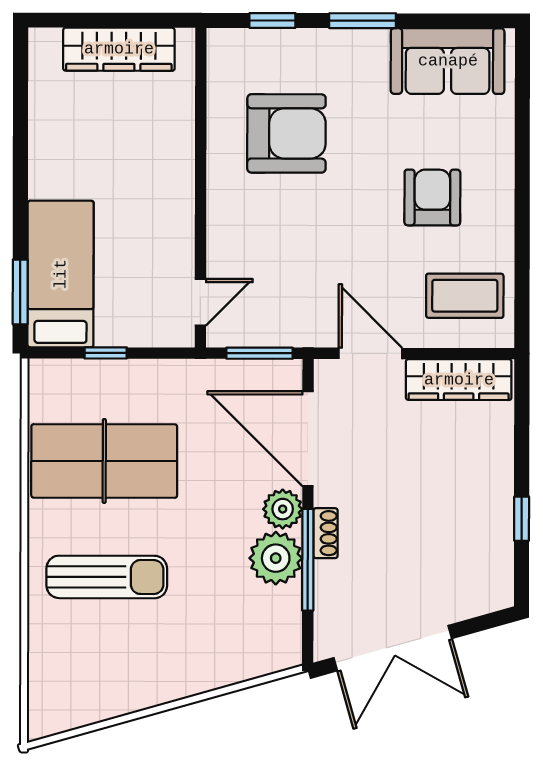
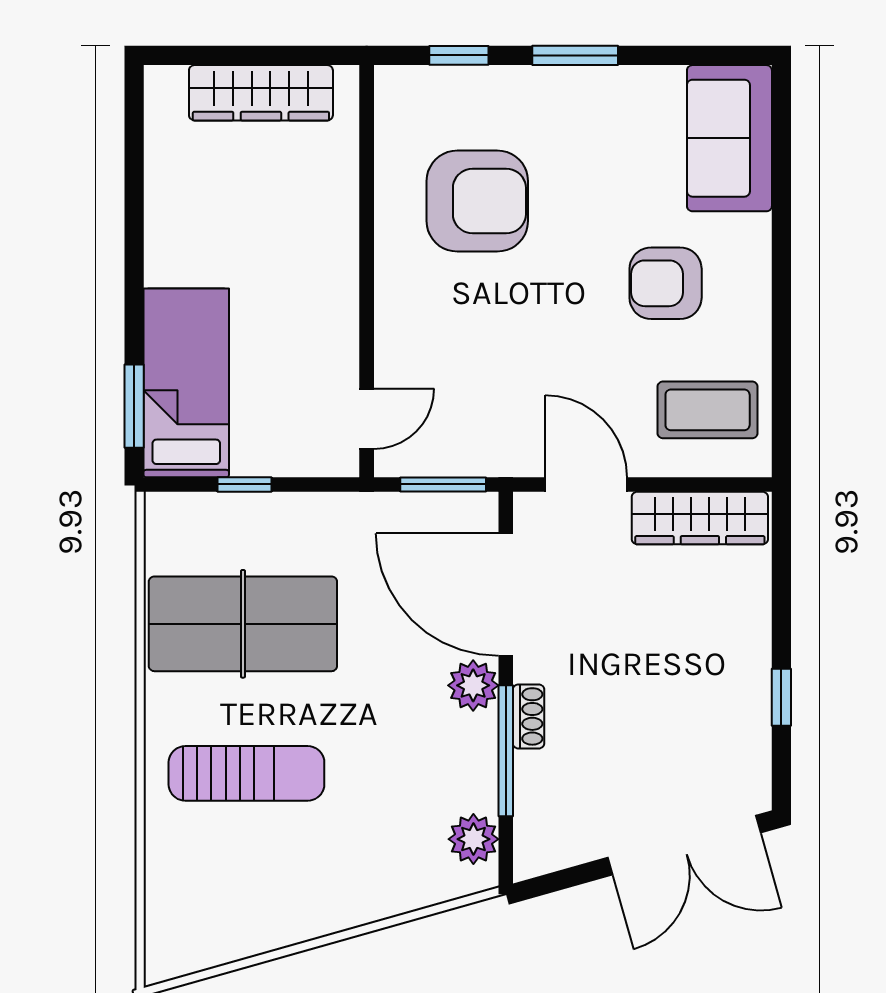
sofa: (448, 61) -> (729, 138), moved, turned 90
armchair: (432, 197) -> (666, 283), turned -90
plant: (276, 558) -> (473, 839), moved, width x0.73, depth x0.73
double door: (393, 648) -> (684, 845), moved

